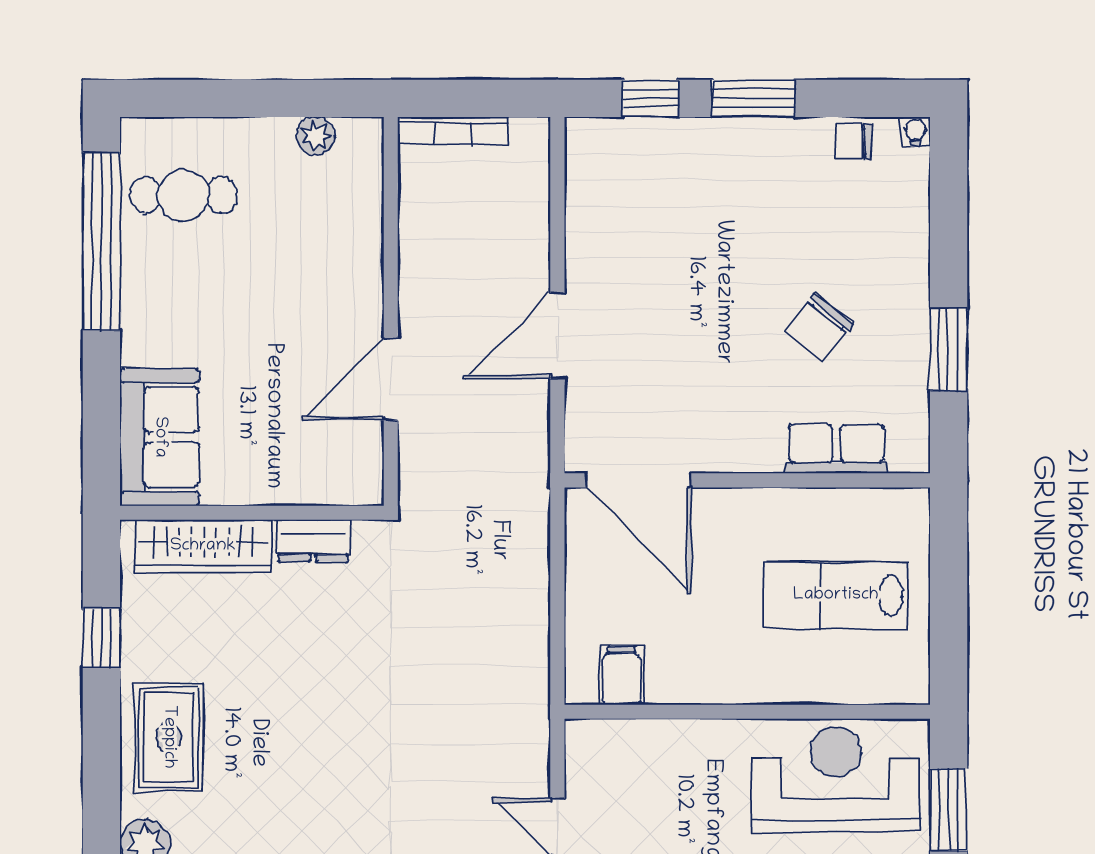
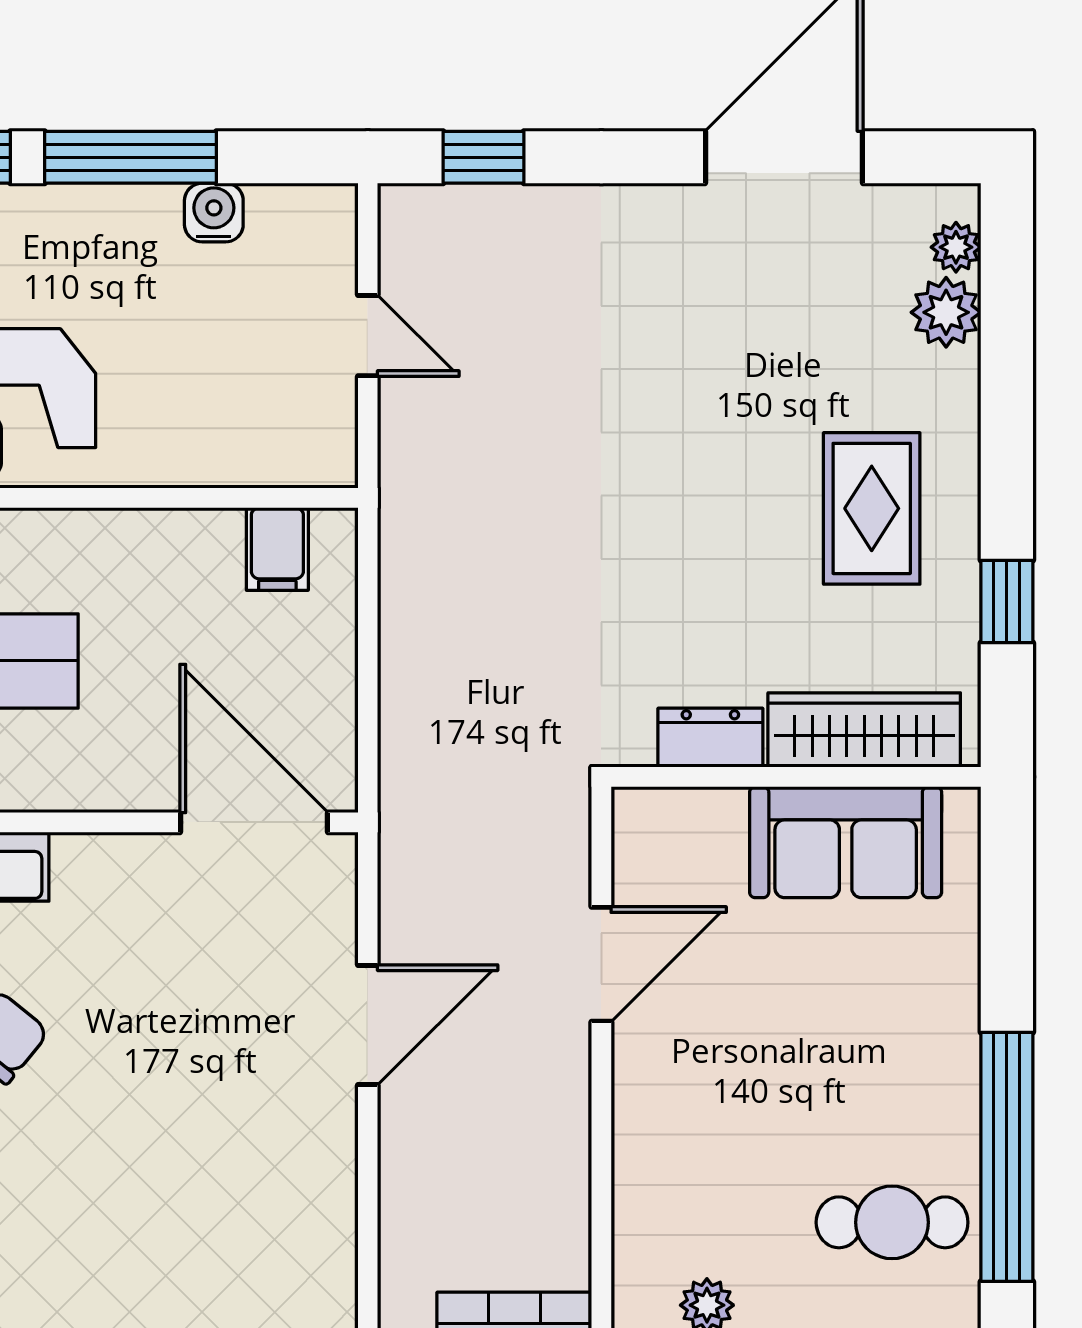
sofa: (160, 437) -> (846, 842), moved, turned -90
rug: (169, 737) -> (872, 508), moved

